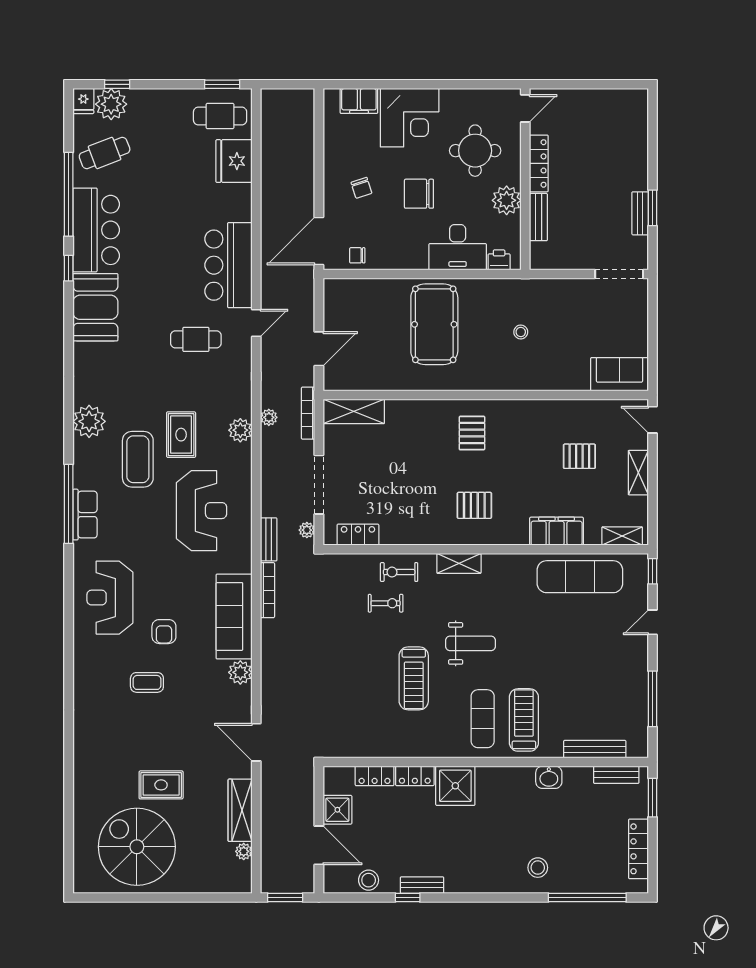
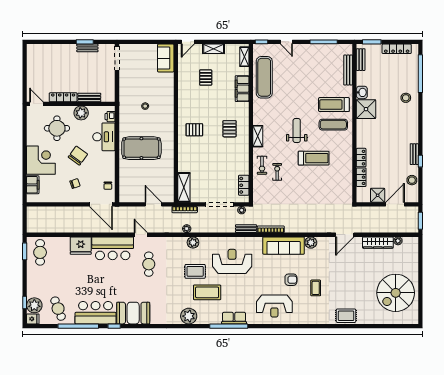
fridge: (234, 161) -> (81, 246), moved
chair: (419, 194) -> (78, 156), turned -144
rug: (161, 785) -> (346, 316), moved, turned 90
shower: (455, 786) -> (366, 109), moved

